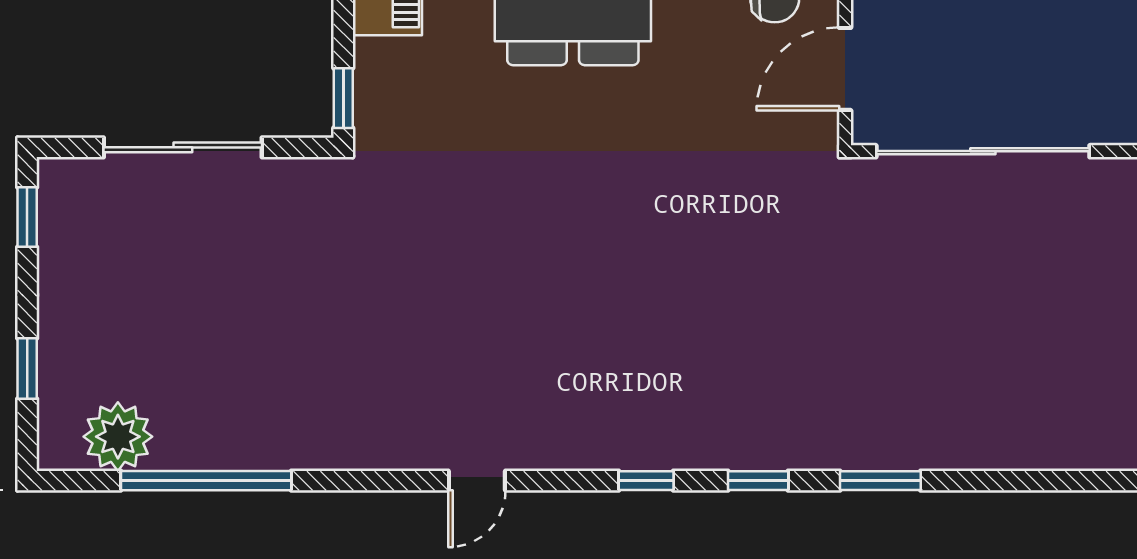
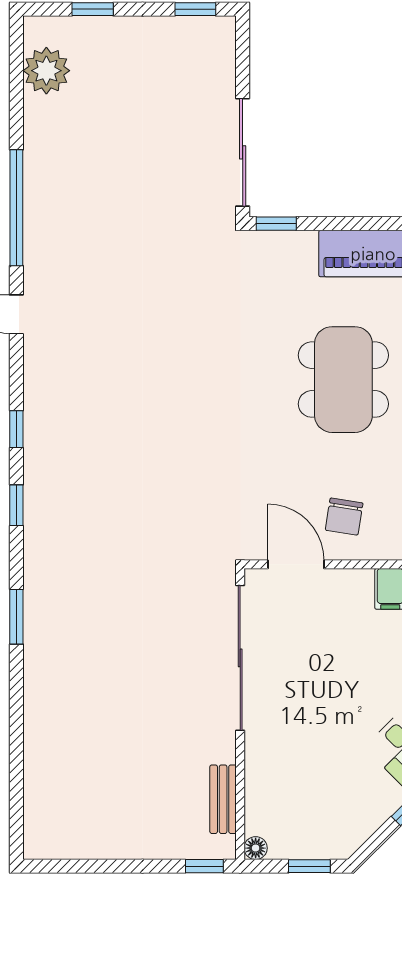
sliding door: (183, 147) -> (243, 152), moved
window: (206, 481) -> (16, 208), moved
window: (880, 481) -> (16, 617), moved

